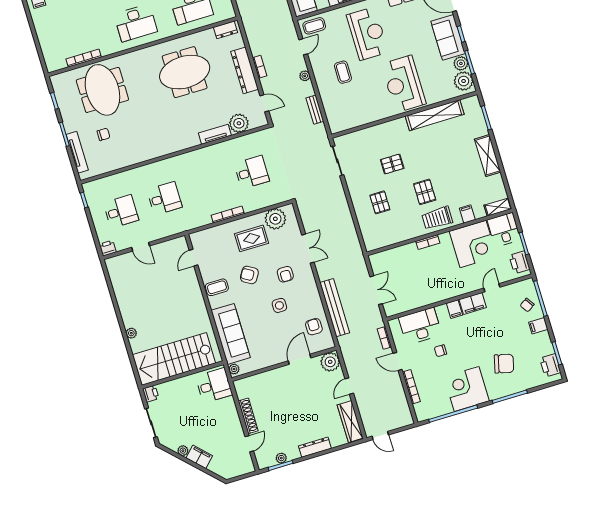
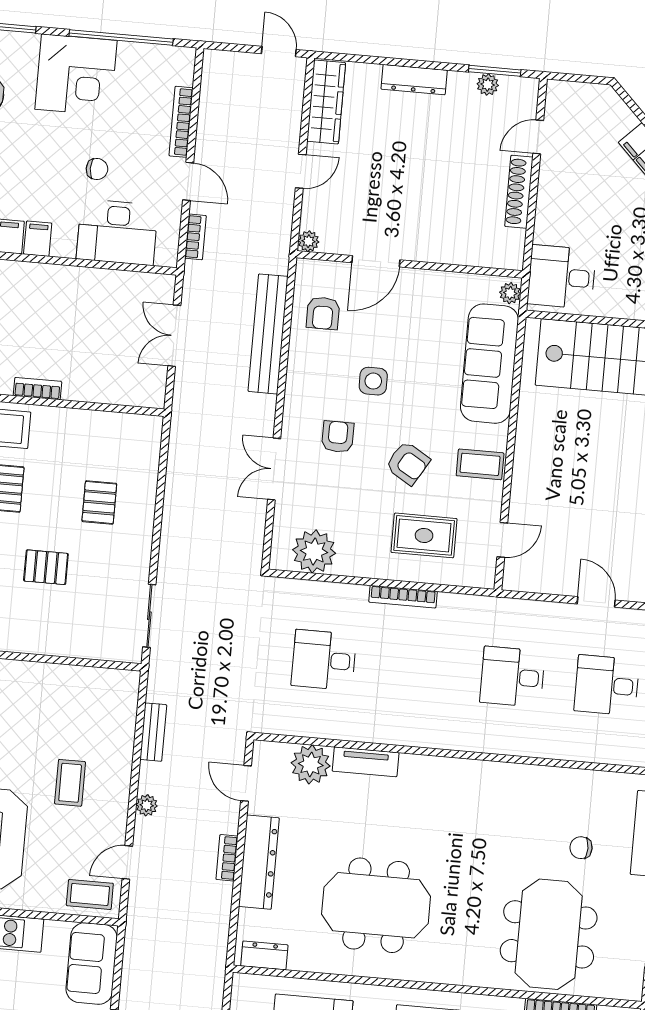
rug: (252, 238) -> (424, 535), moved
plant: (330, 362) -> (308, 241), width x0.53, depth x0.53

